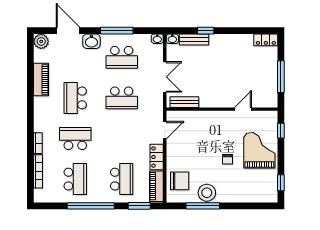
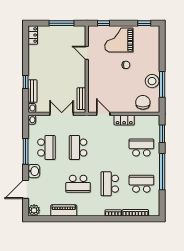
school desk: (122, 98) -> (78, 148), turned 180
piano: (156, 186) -> (147, 120), removed

